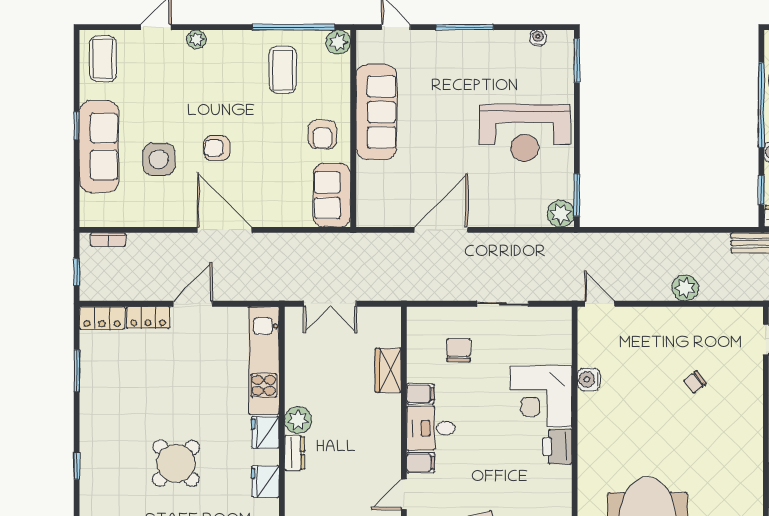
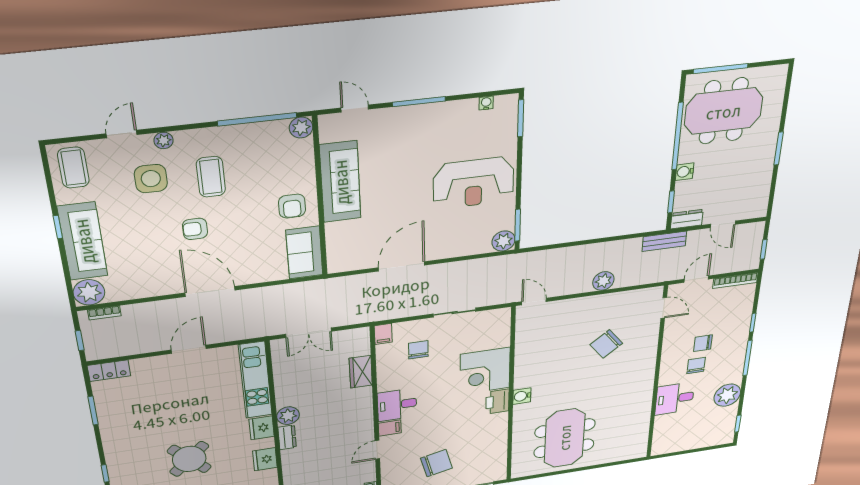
coffee table: (283, 70) -> (211, 177), moved
side table: (159, 159) -> (151, 179), moved
plant: (96, 211) -> (89, 292), added
locker: (148, 317) -> (150, 365), removed
water cooler: (589, 380) -> (522, 396), moved
chair: (695, 382) -> (606, 344), width x1.87, depth x1.87
filing cabinet: (420, 394) -> (383, 334), moved, turned 90

